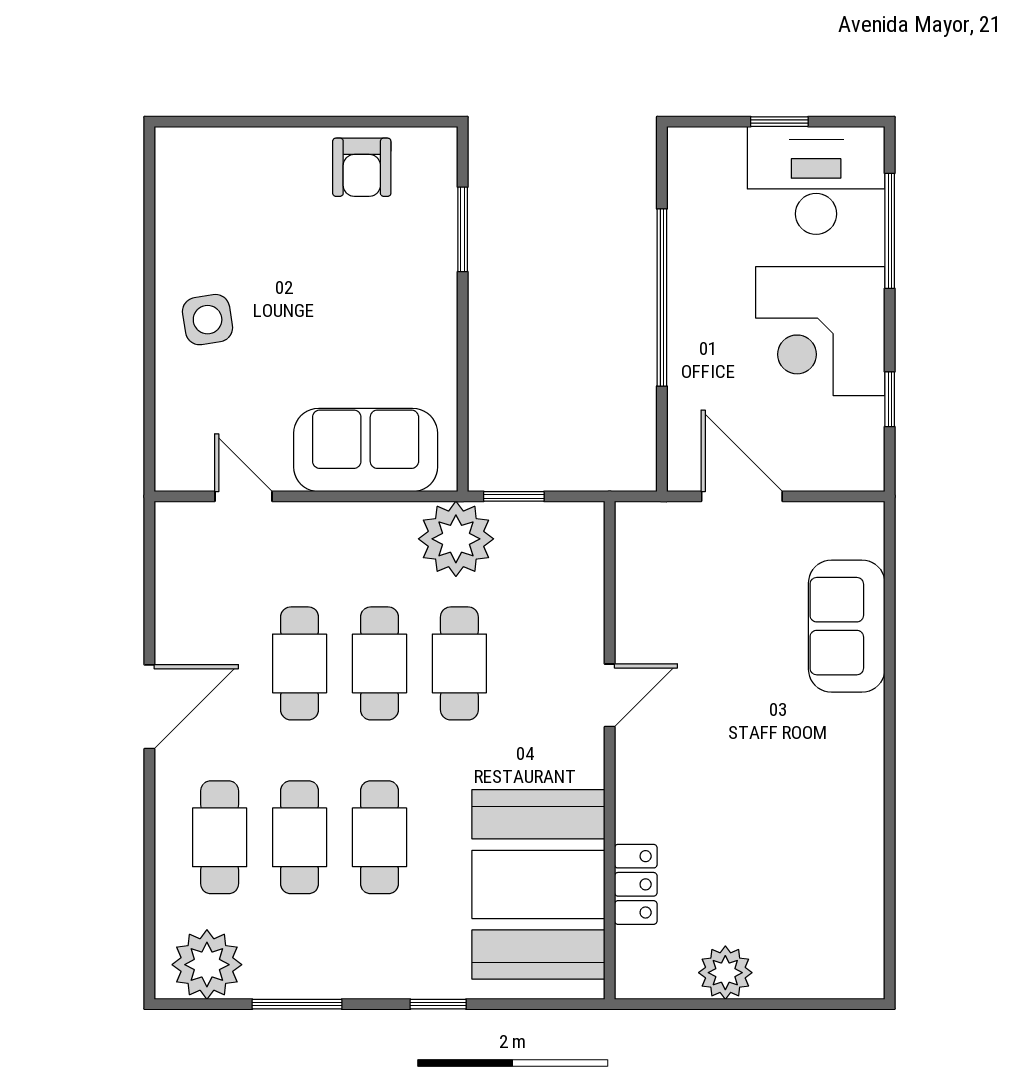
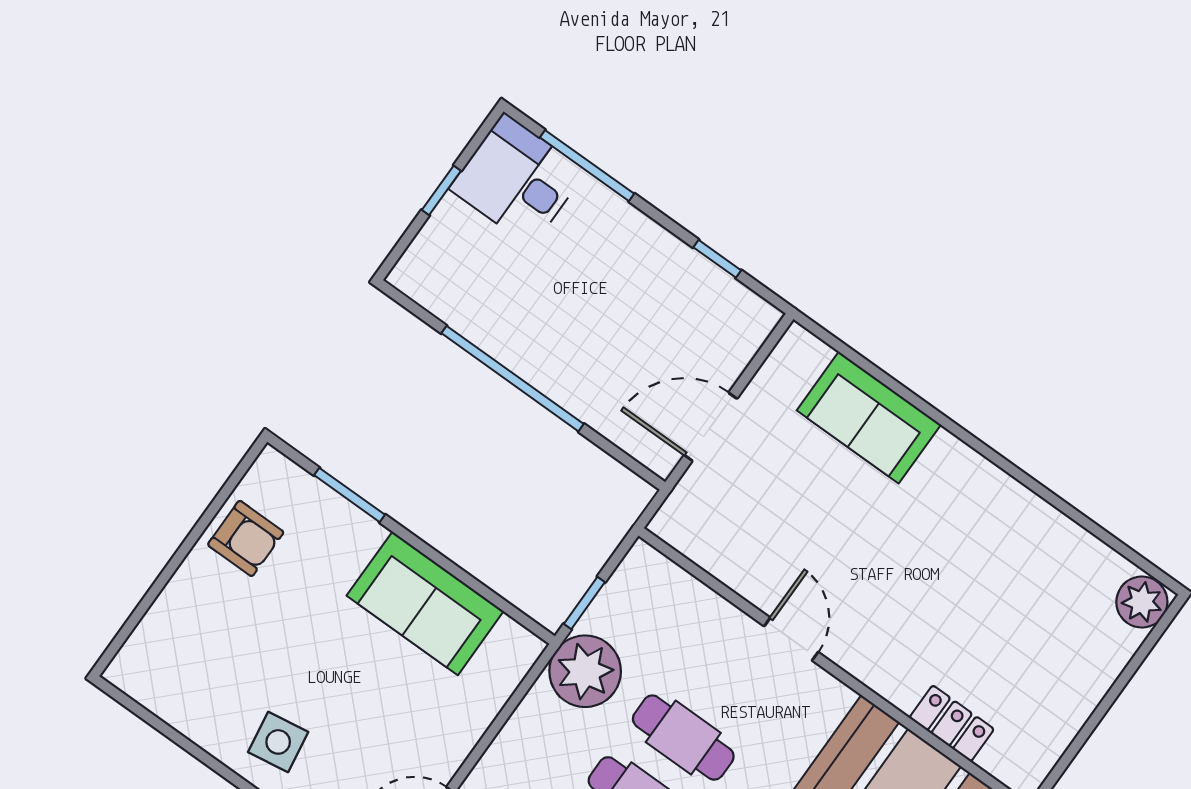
desk: (816, 180) -> (518, 180), width x0.73
corner desk: (820, 331) -> (626, 275), removed
sofa: (366, 450) -> (425, 603), moved, turned -90
plant: (725, 973) -> (1142, 602), moved

